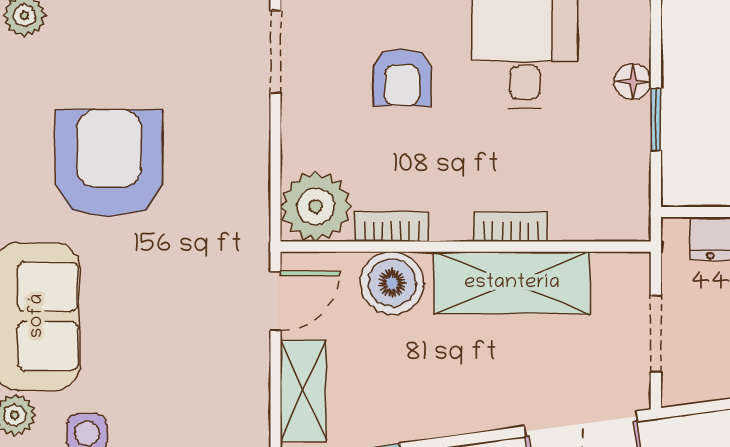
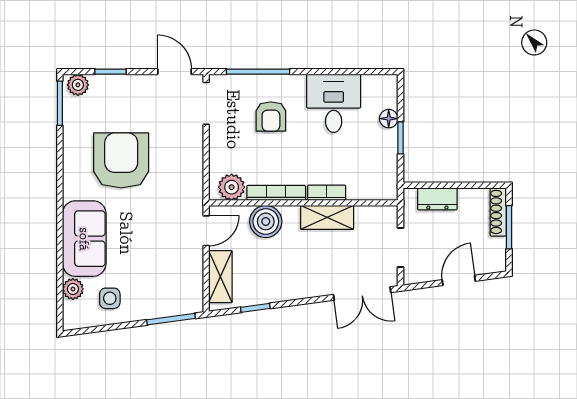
plant: (316, 206) -> (232, 187), width x0.73, depth x0.73
bookcase: (392, 227) -> (276, 193), width x1.56
shelving: (512, 283) -> (327, 217), width x0.67, depth x0.75

